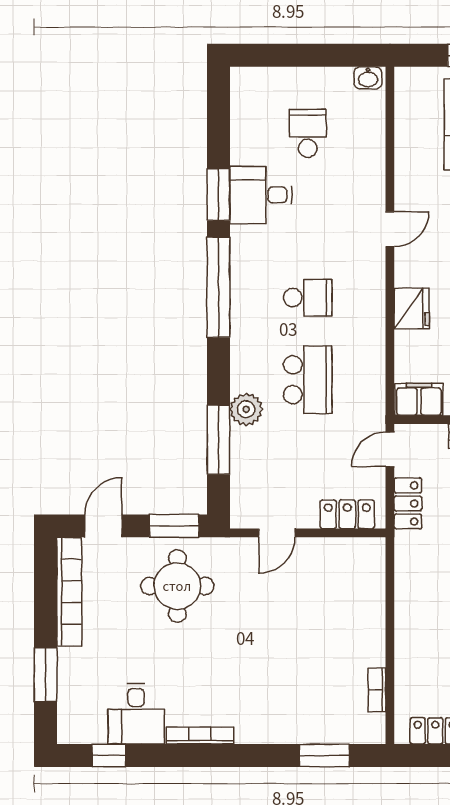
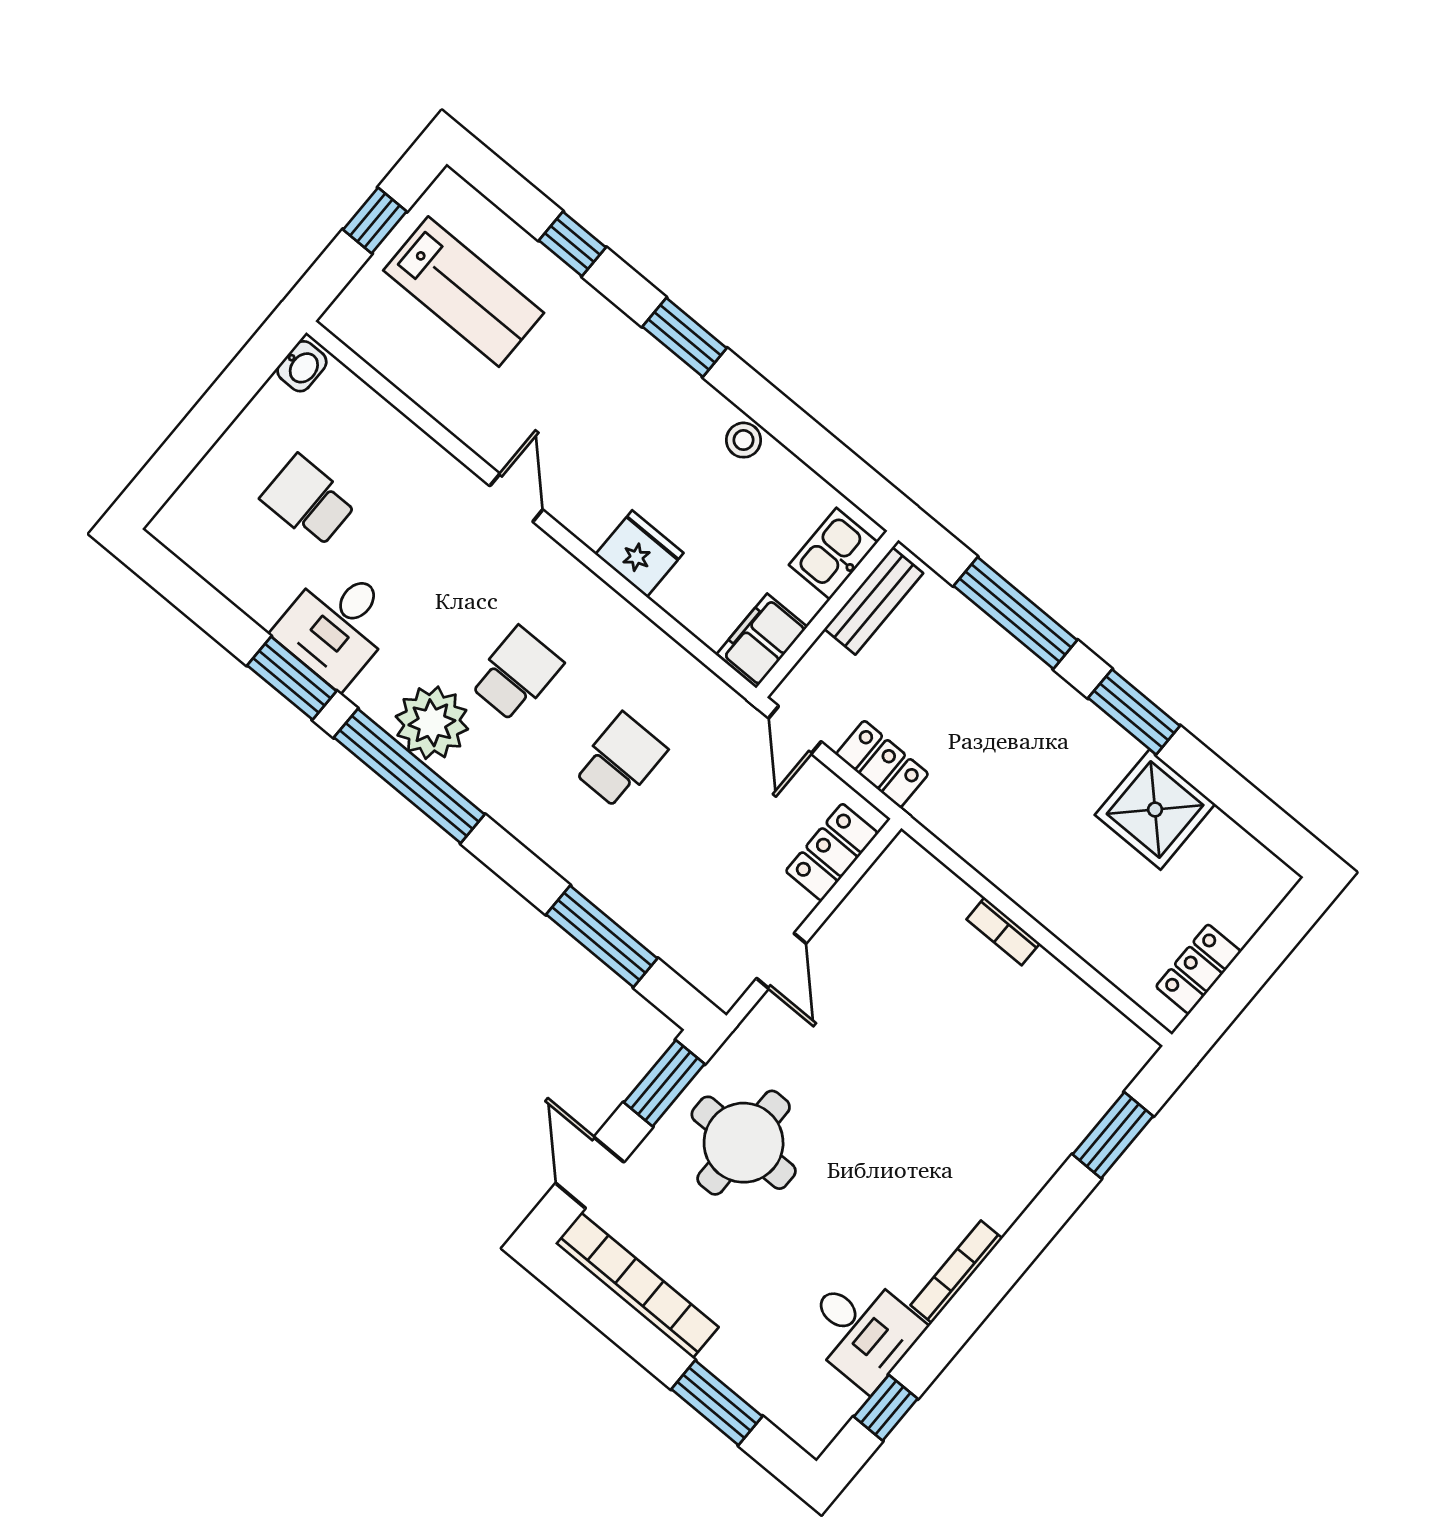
school desk: (308, 380) -> (620, 760), width x0.54
plant: (246, 409) -> (432, 723), moved, width x1.36, depth x1.36
bookcase: (377, 690) -> (1003, 931), moved

